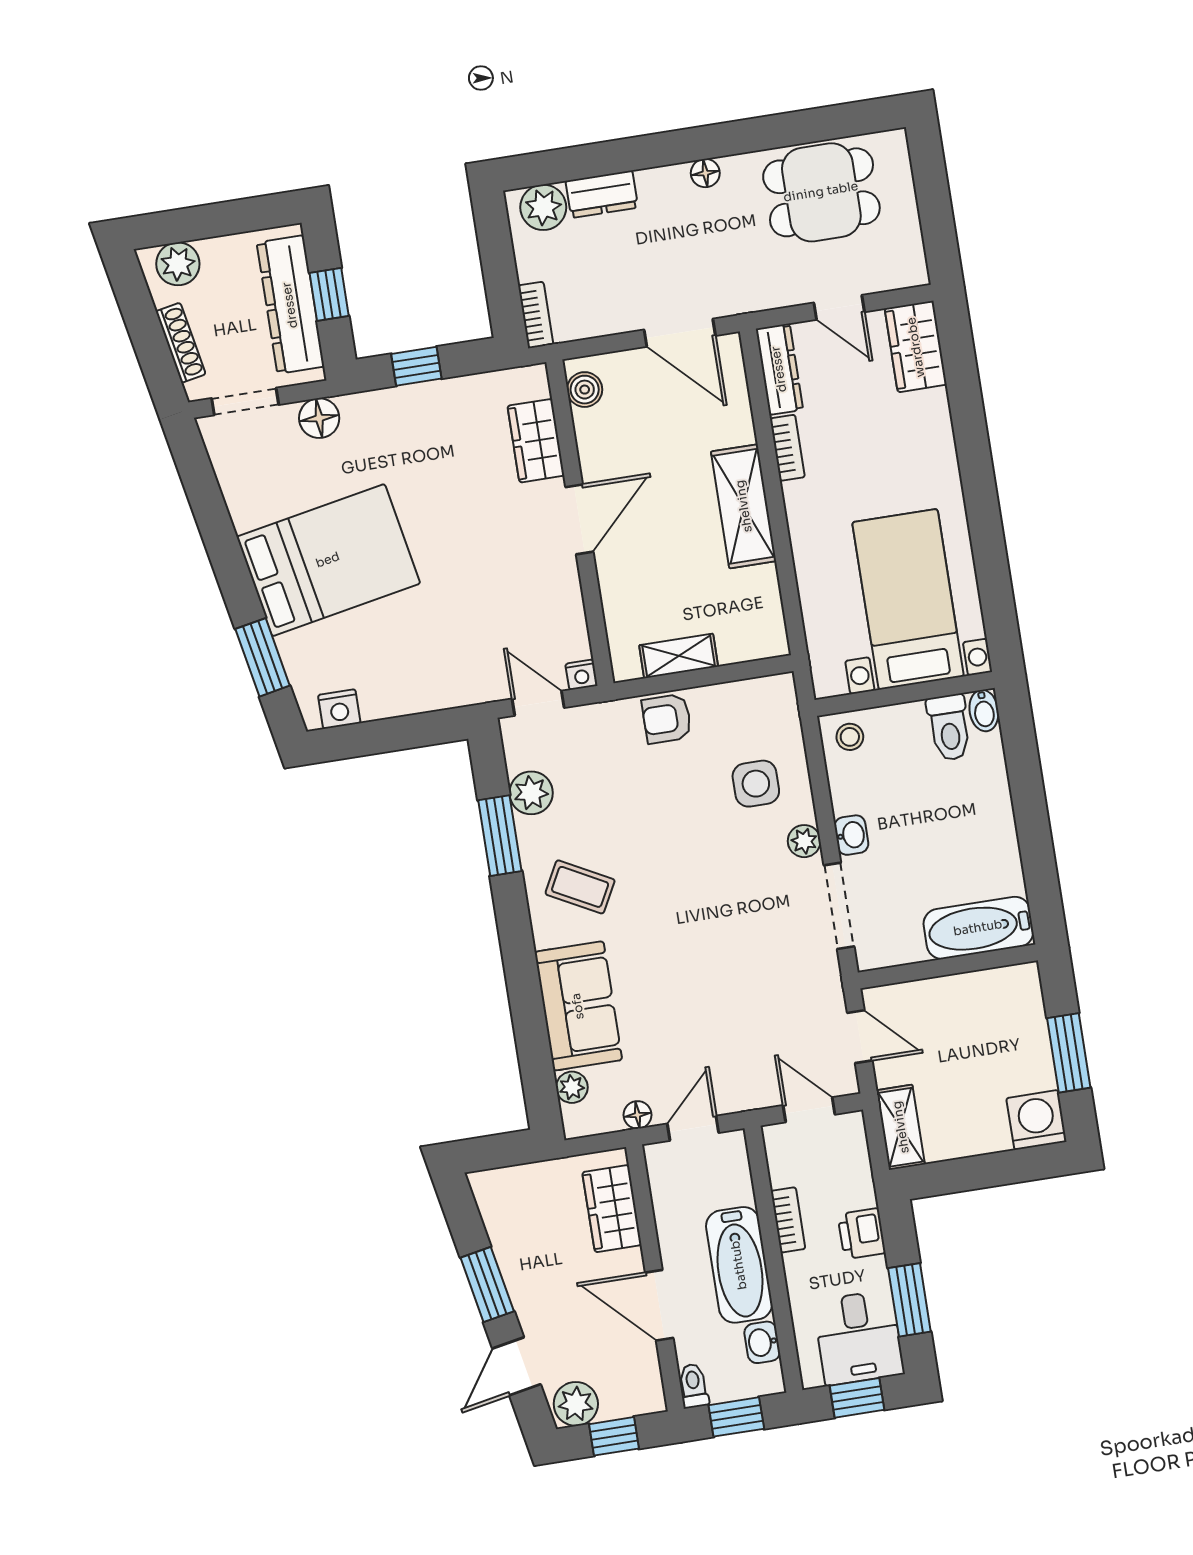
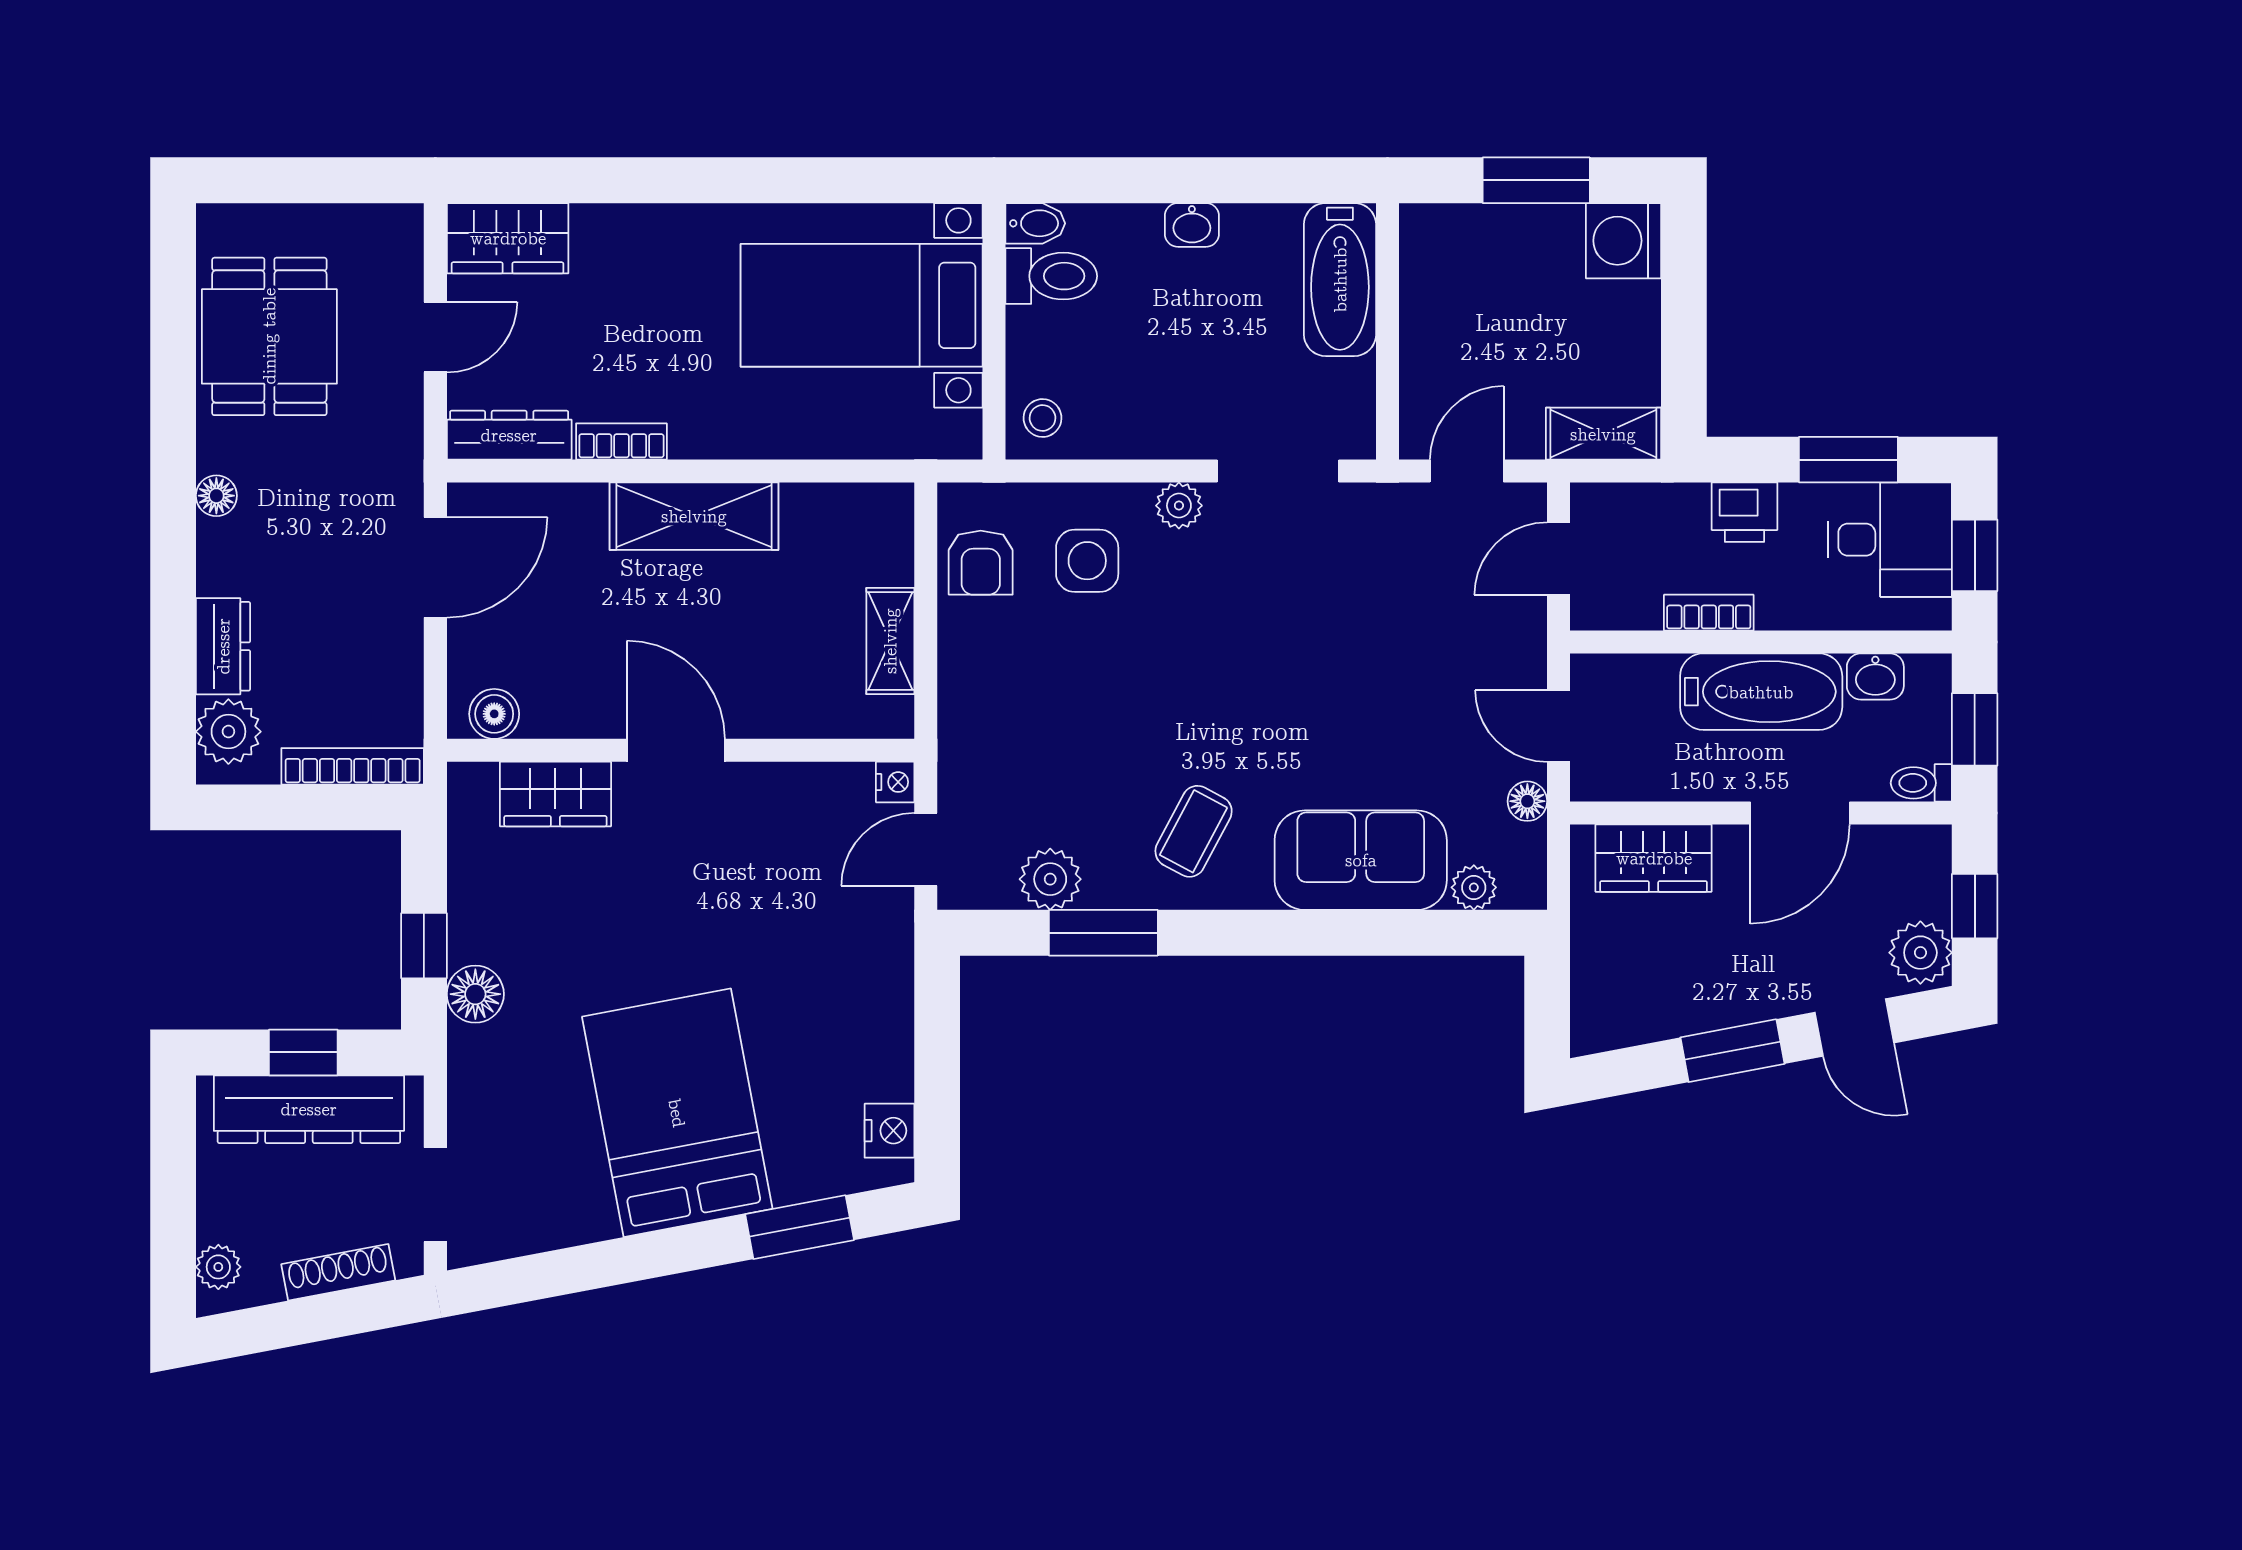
plant: (178, 264) -> (218, 1267), width x0.73, depth x0.73
bookcase: (536, 315) -> (353, 766), width x1.56
floor lamp: (319, 418) -> (475, 994), moved
armchair: (667, 719) -> (981, 563), moved
washbasin: (851, 835) -> (1192, 225), moved, turned 180

